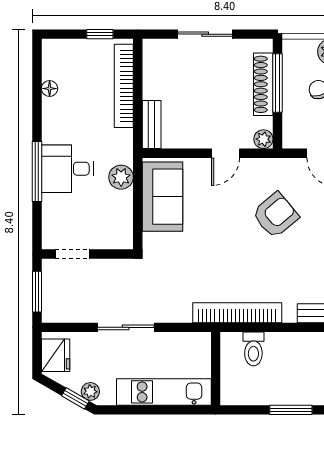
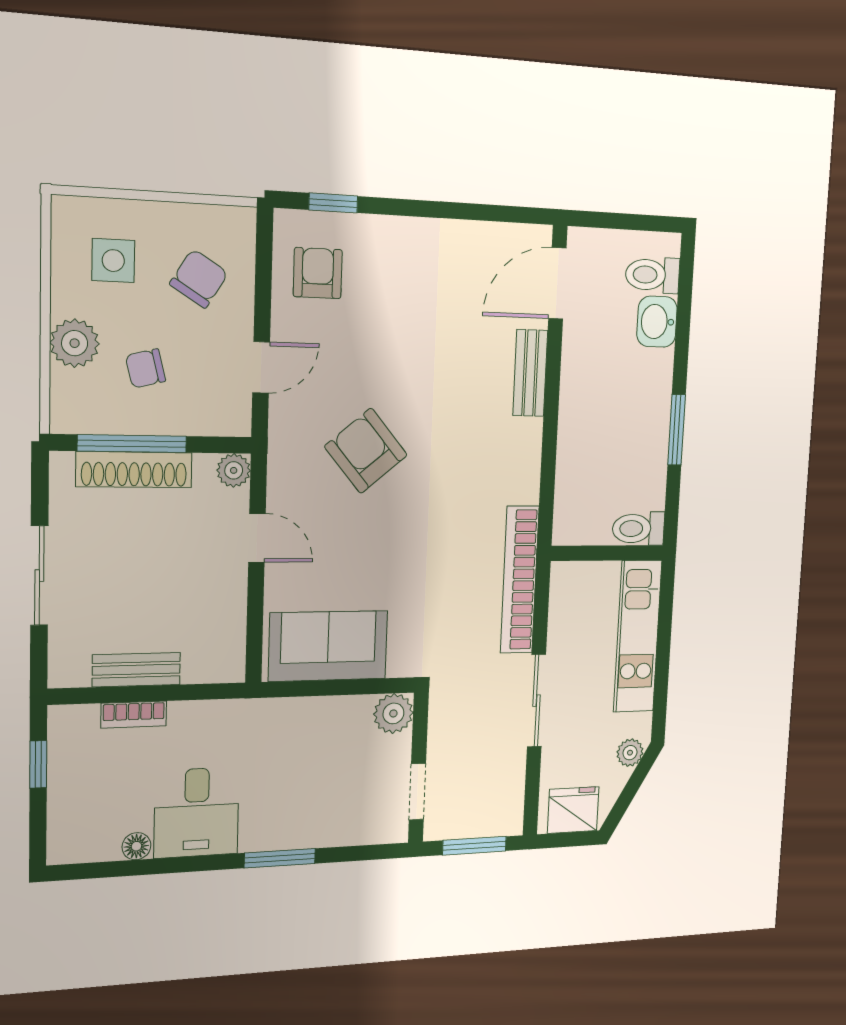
bookcase: (124, 86) -> (134, 715), width x0.43, depth x0.76
bench: (152, 125) -> (136, 670), moved
desk: (67, 169) -> (197, 813), moved
window: (37, 172) -> (280, 858), width x0.69
plant: (121, 177) -> (393, 713), moved
bookcase: (237, 313) -> (520, 580), moved
toilet: (253, 349) -> (638, 529), moved, turned 180
window: (75, 398) -> (639, 776), removed

